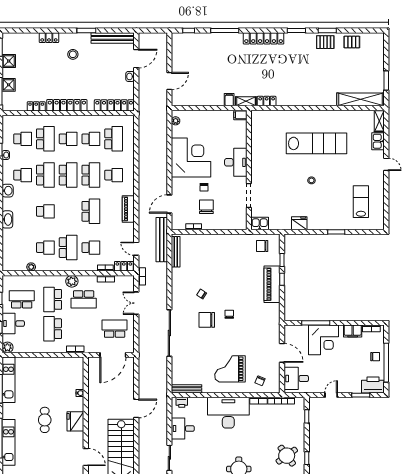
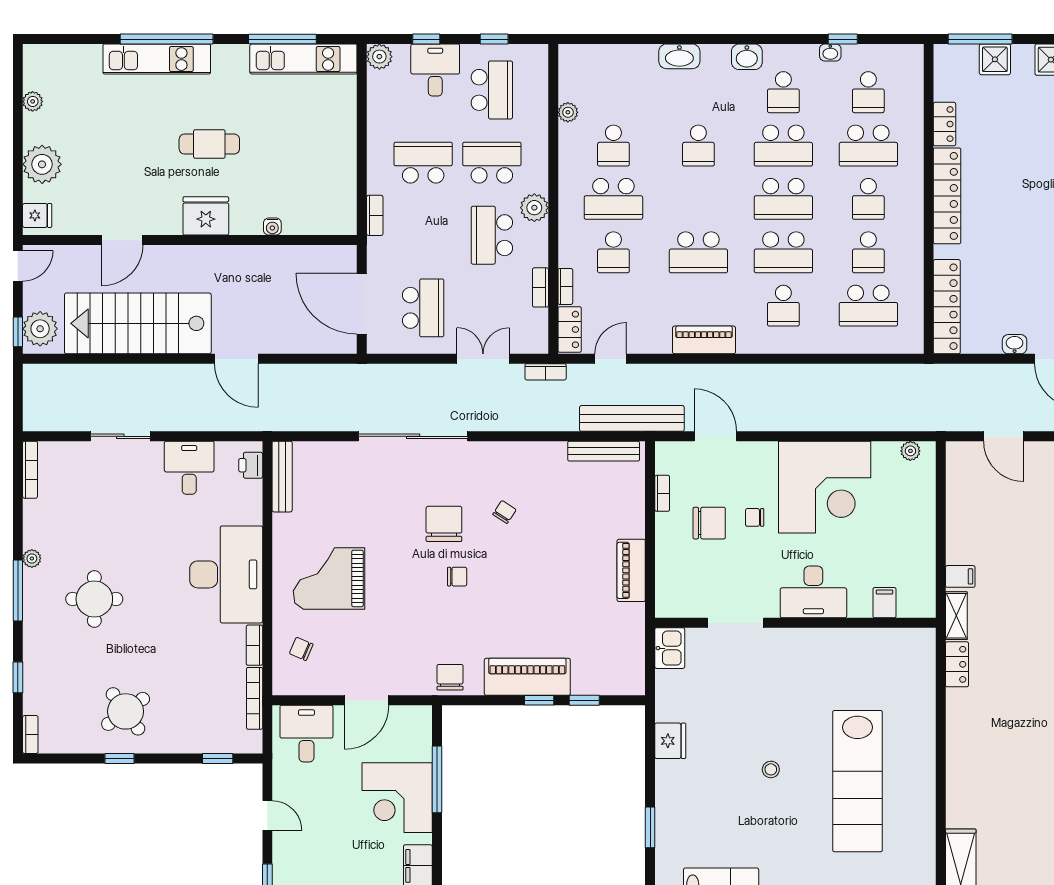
filing cabinet: (240, 115) -> (884, 603), moved
piano: (227, 240) -> (631, 570), added
chair: (262, 246) -> (450, 677), moved
grand piano: (230, 369) -> (329, 578), turned -90

